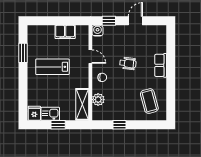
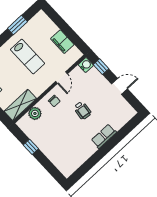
lab bench: (52, 67) -> (28, 57), turned 180
coffee table: (149, 101) -> (69, 153), removed

